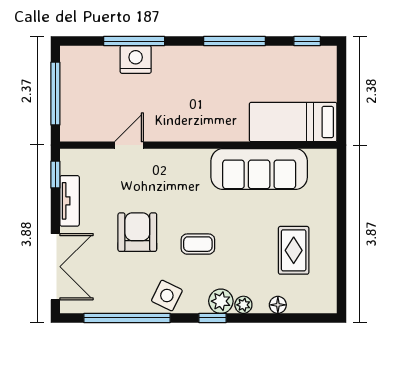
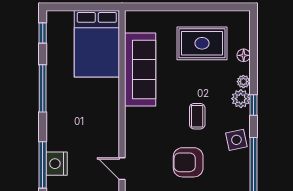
bed: (293, 122) -> (97, 44), width x1.50
rug: (294, 250) -> (202, 43), width x1.36, depth x1.43
side table: (167, 296) -> (236, 140), turned -38

